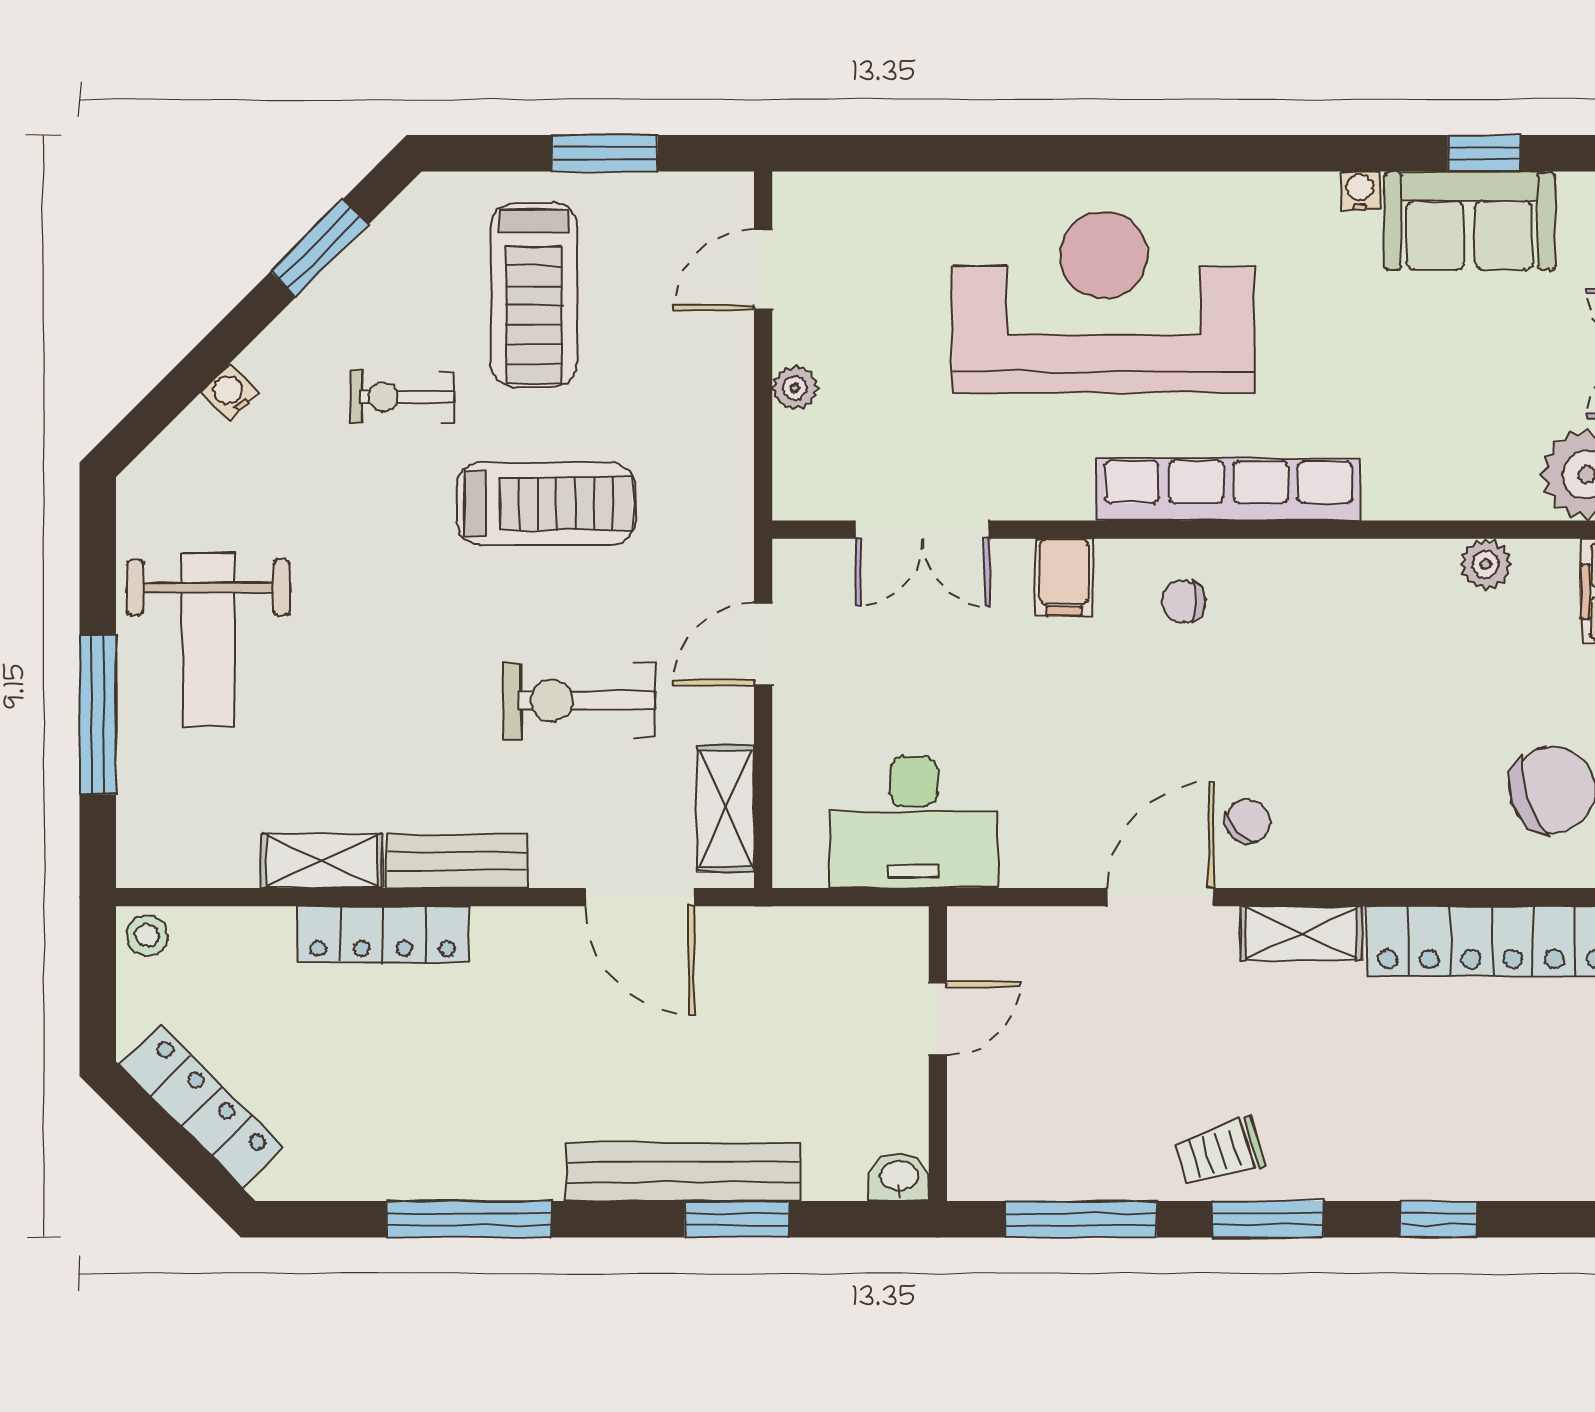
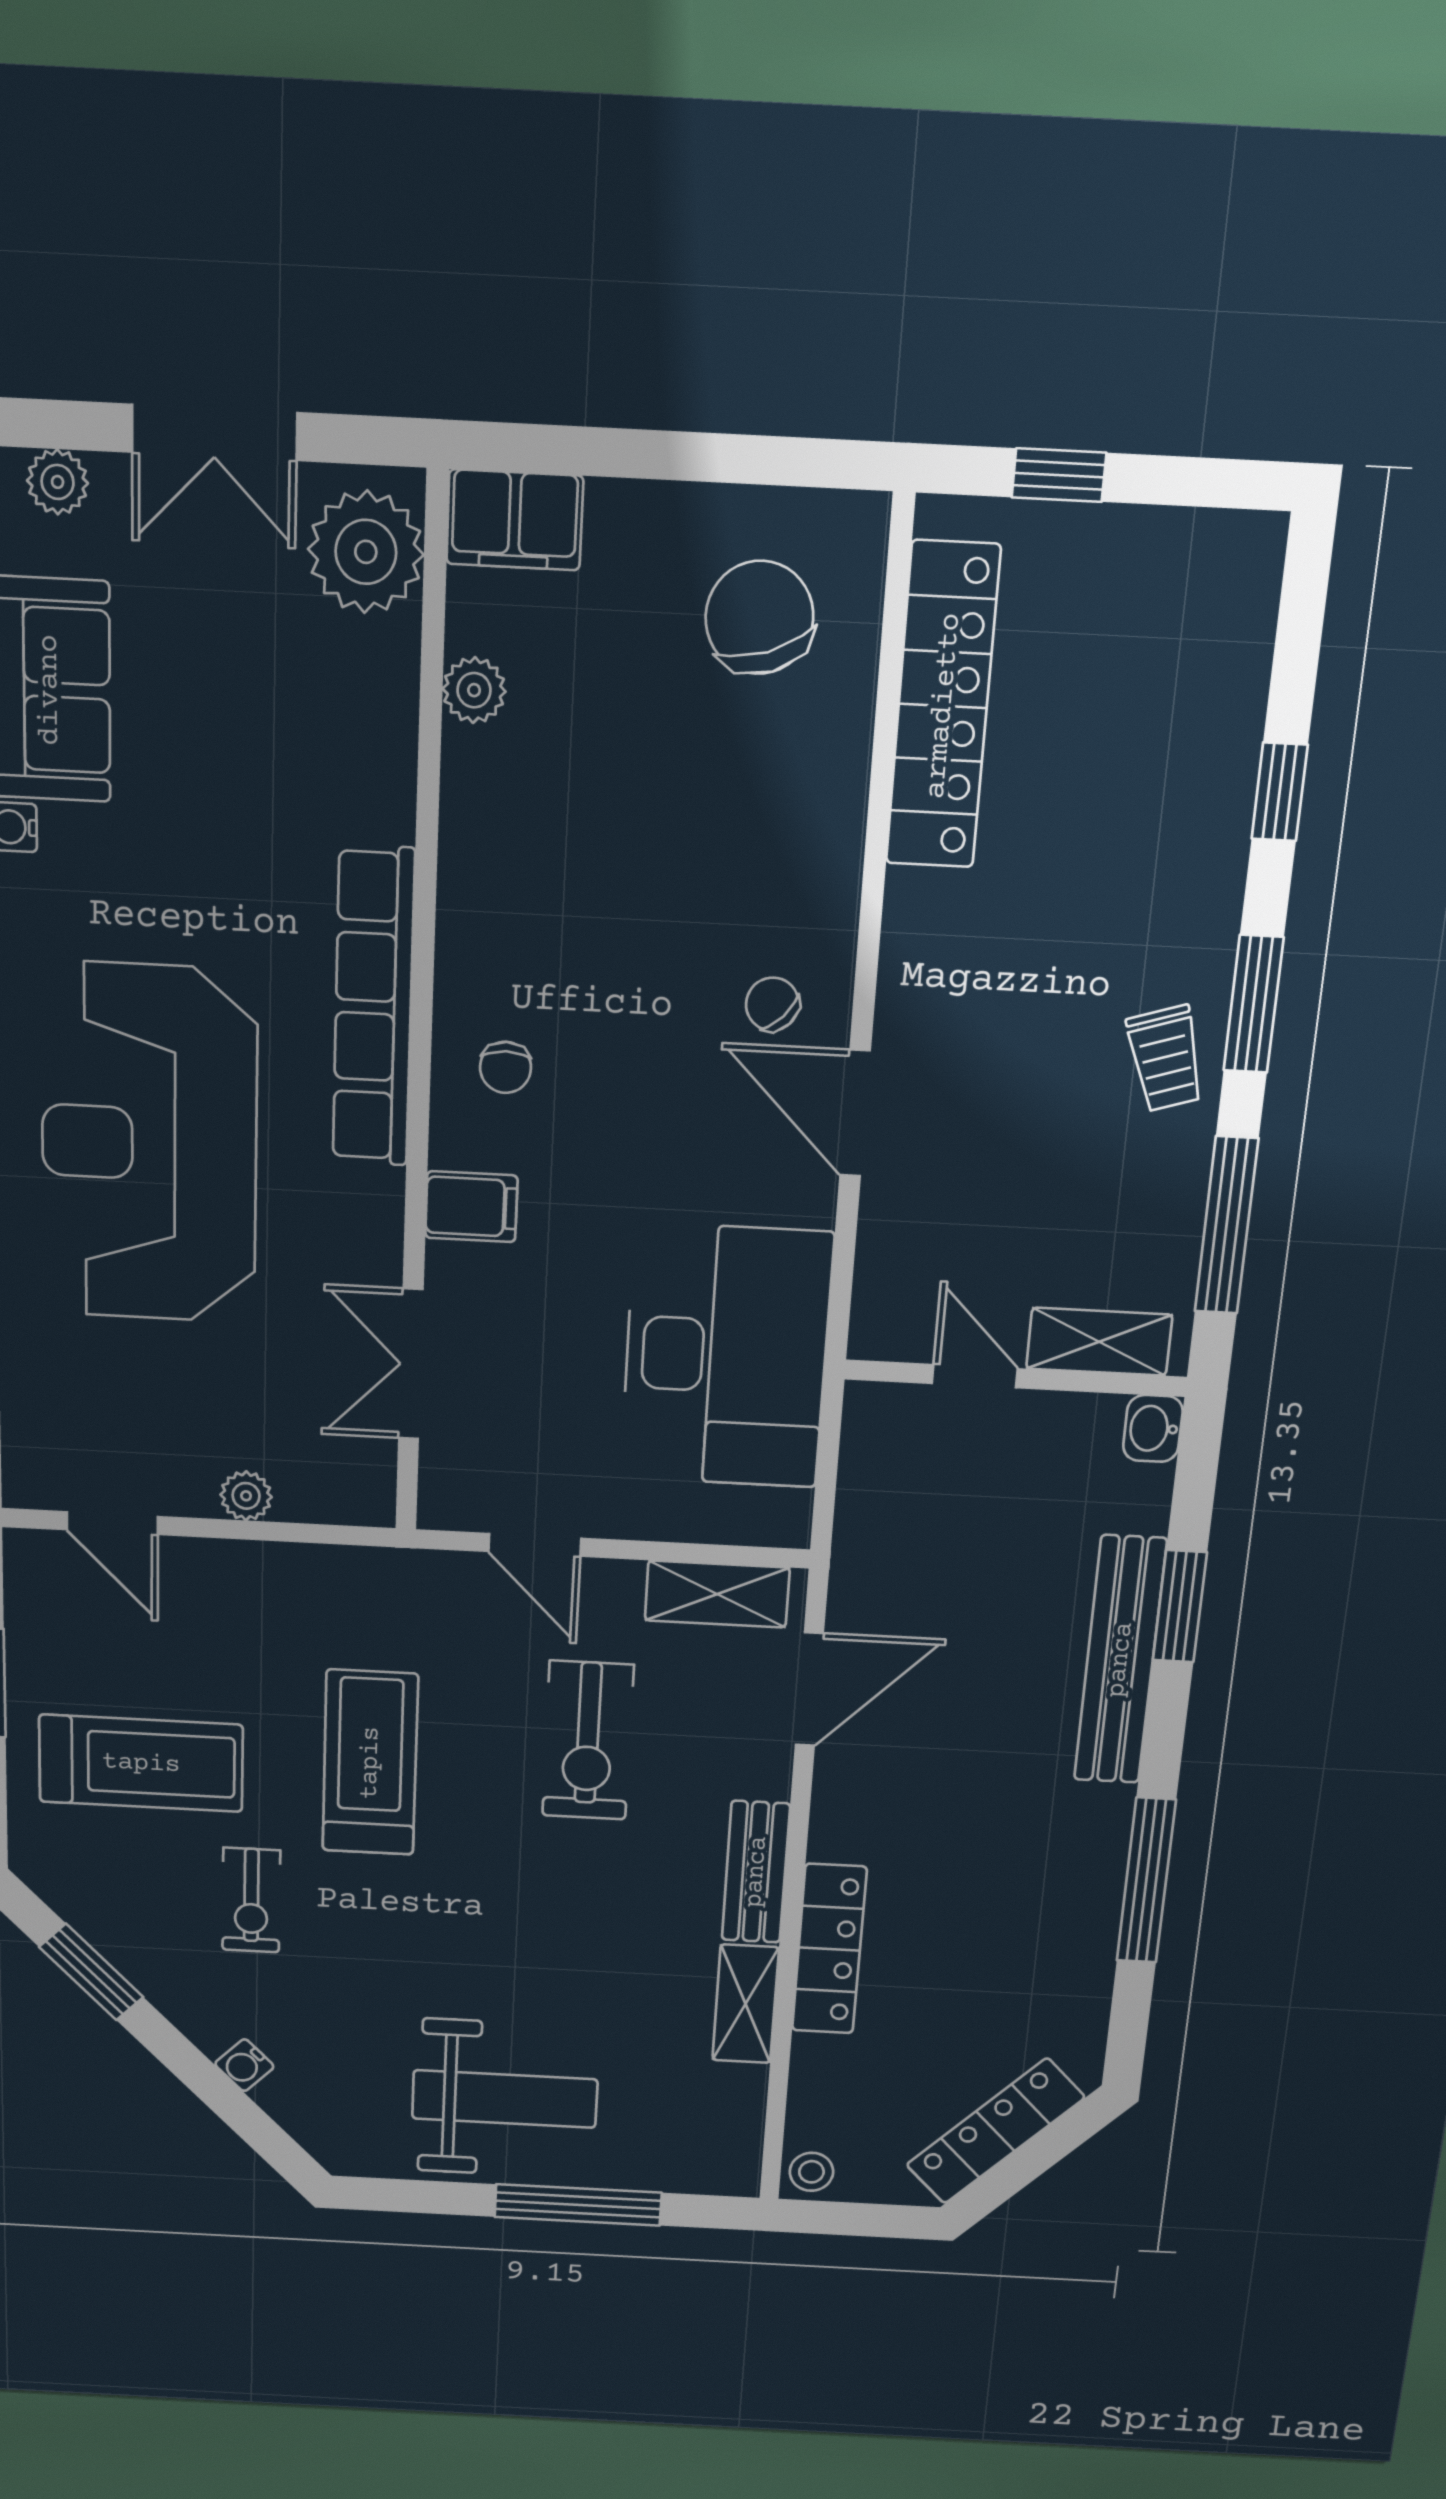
double door: (923, 530) -> (411, 1364), swing flipped
desk: (914, 822) -> (726, 1356), width x1.36, depth x1.30
shelving: (1302, 933) -> (1099, 1342), moved, turned 90

